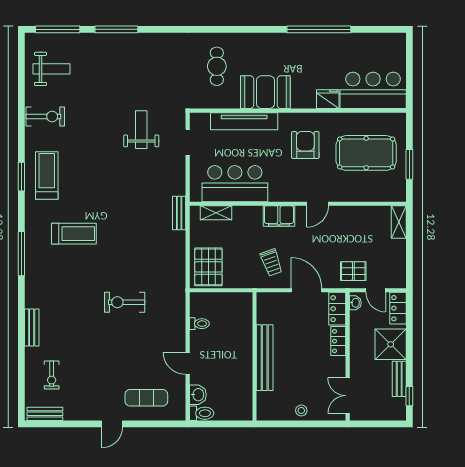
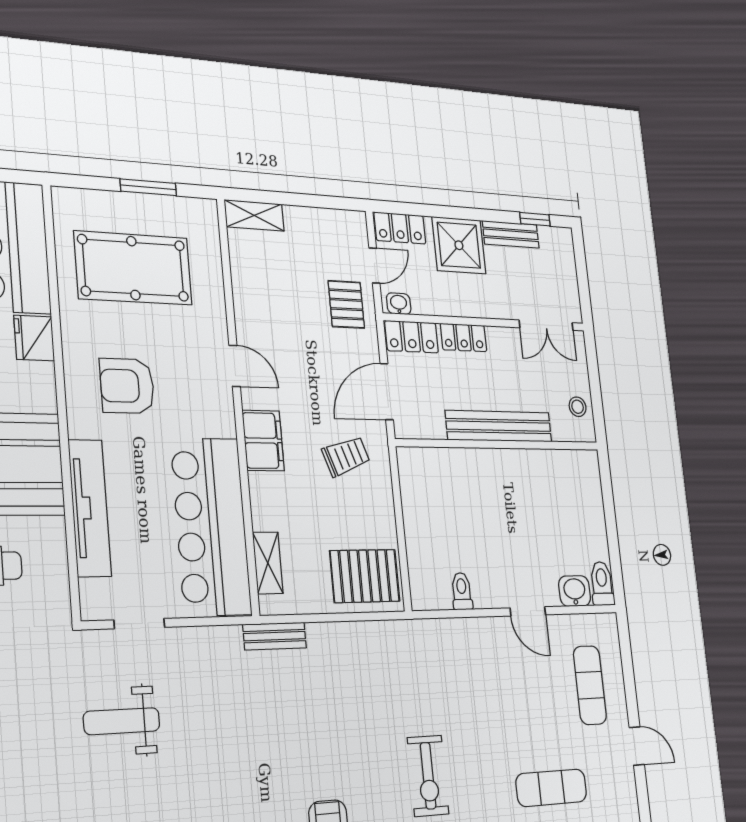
pool table: (366, 153) -> (133, 268), turned 90
bar counter: (235, 184) -> (211, 526), width x1.36
exercise bike: (125, 302) -> (428, 776), moved
wall: (254, 356) -> (499, 444), moved
bench: (265, 358) -> (499, 426), moved
door: (188, 363) -> (528, 611), hinge flipped
exercise mat: (93, 366) -> (551, 788), added

